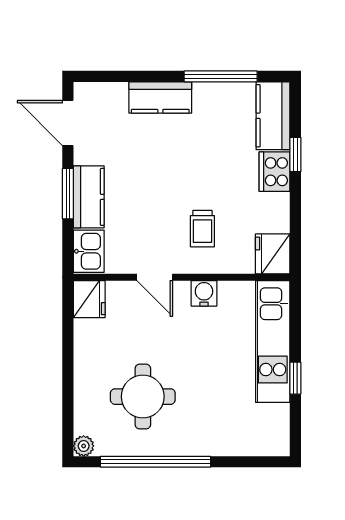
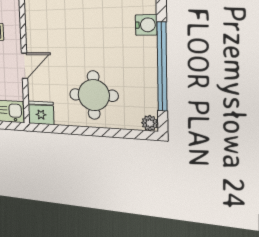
water cooler: (204, 293) -> (146, 25), moved, turned 180
round table: (143, 397) -> (94, 95), moved

